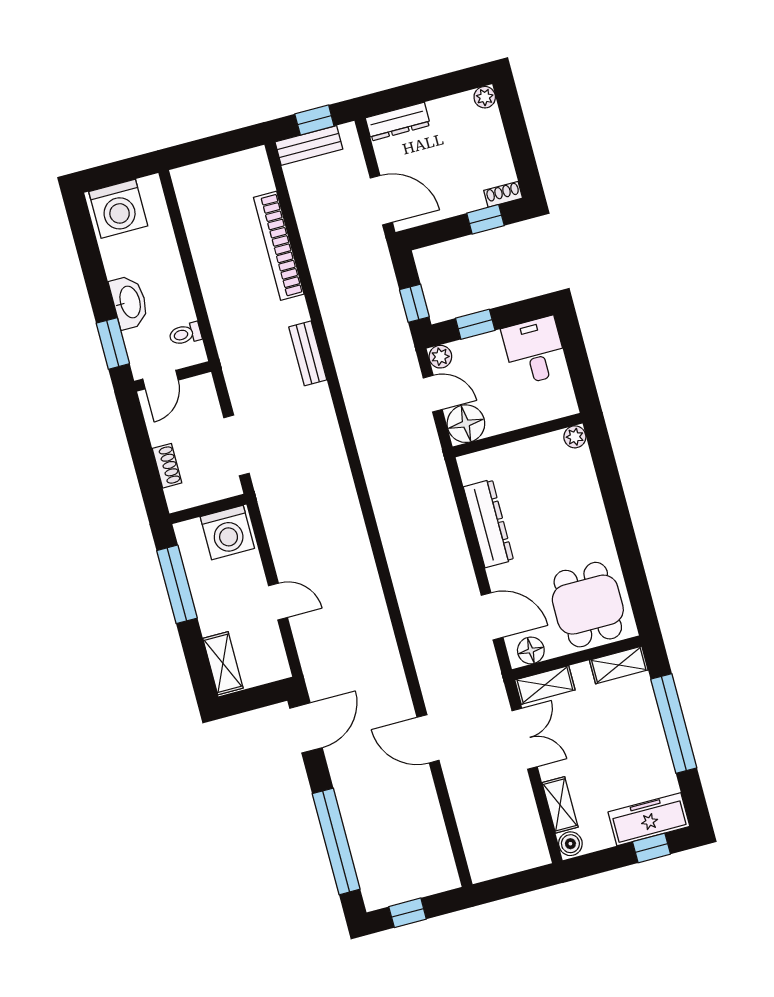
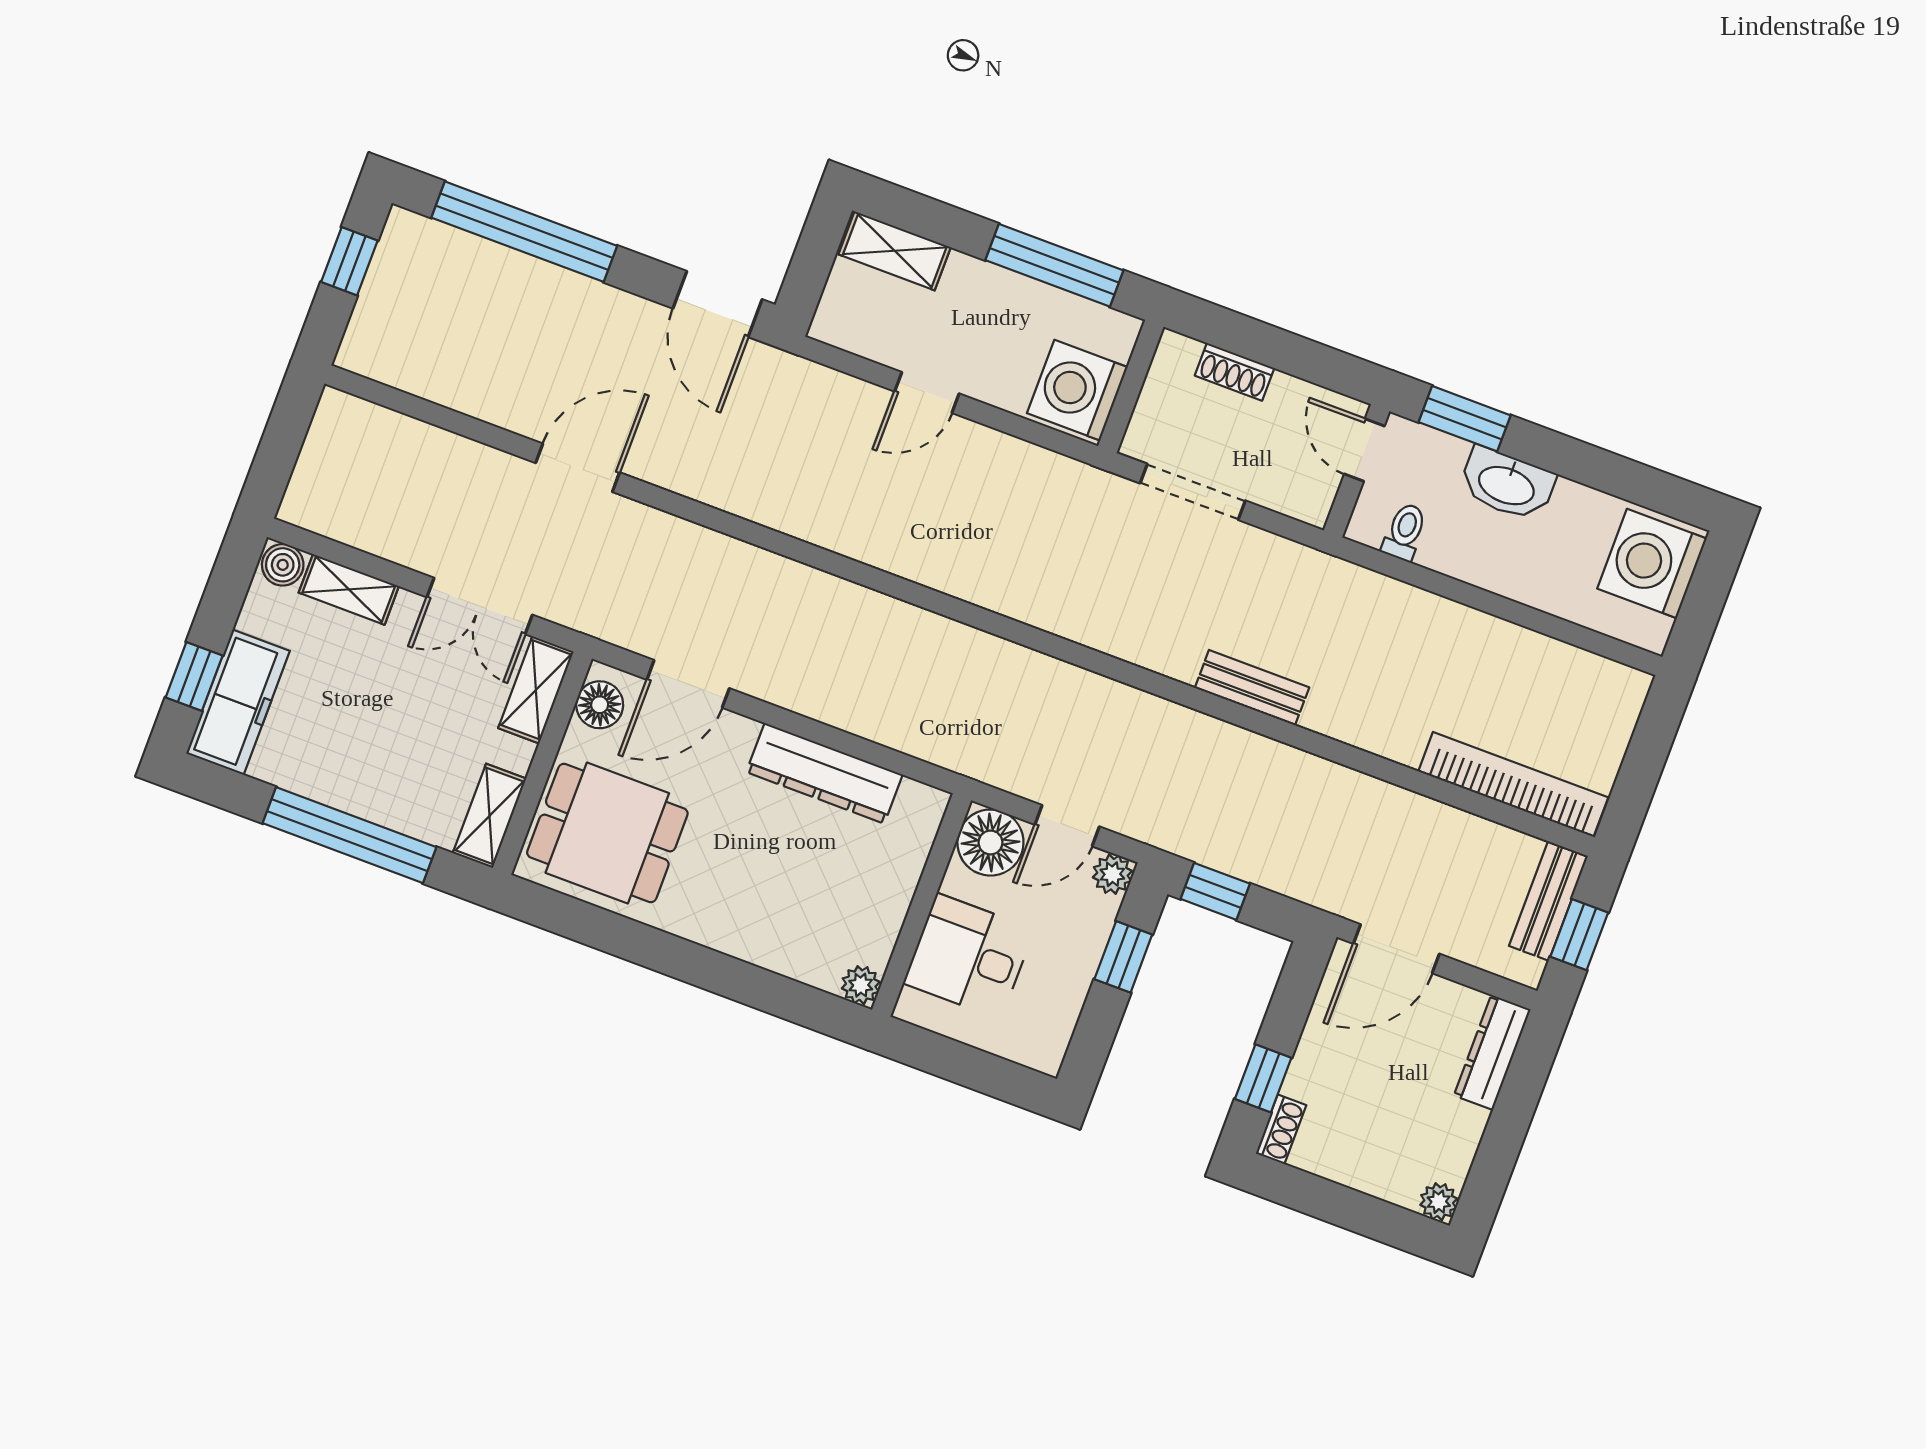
bookcase: (279, 246) -> (1513, 785), moved
desk: (535, 351) -> (969, 956), moved, turned 180

